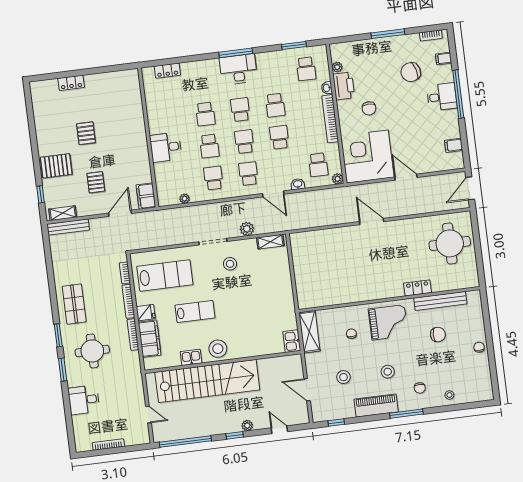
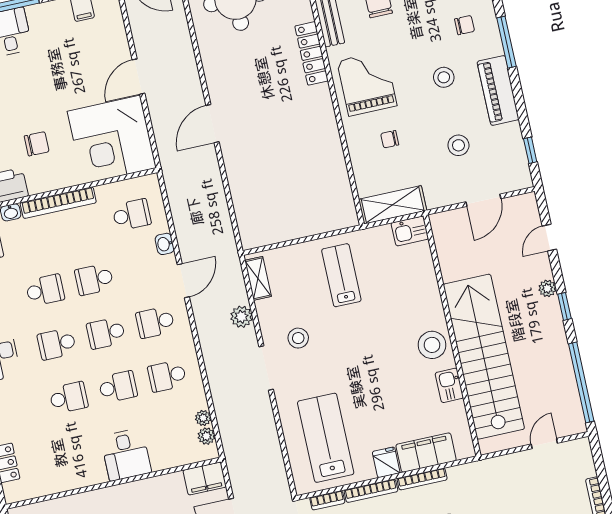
plant: (338, 179) -> (206, 436), moved
locker: (417, 288) -> (311, 53), width x1.53
lab bench: (195, 312) -> (341, 275), moved

